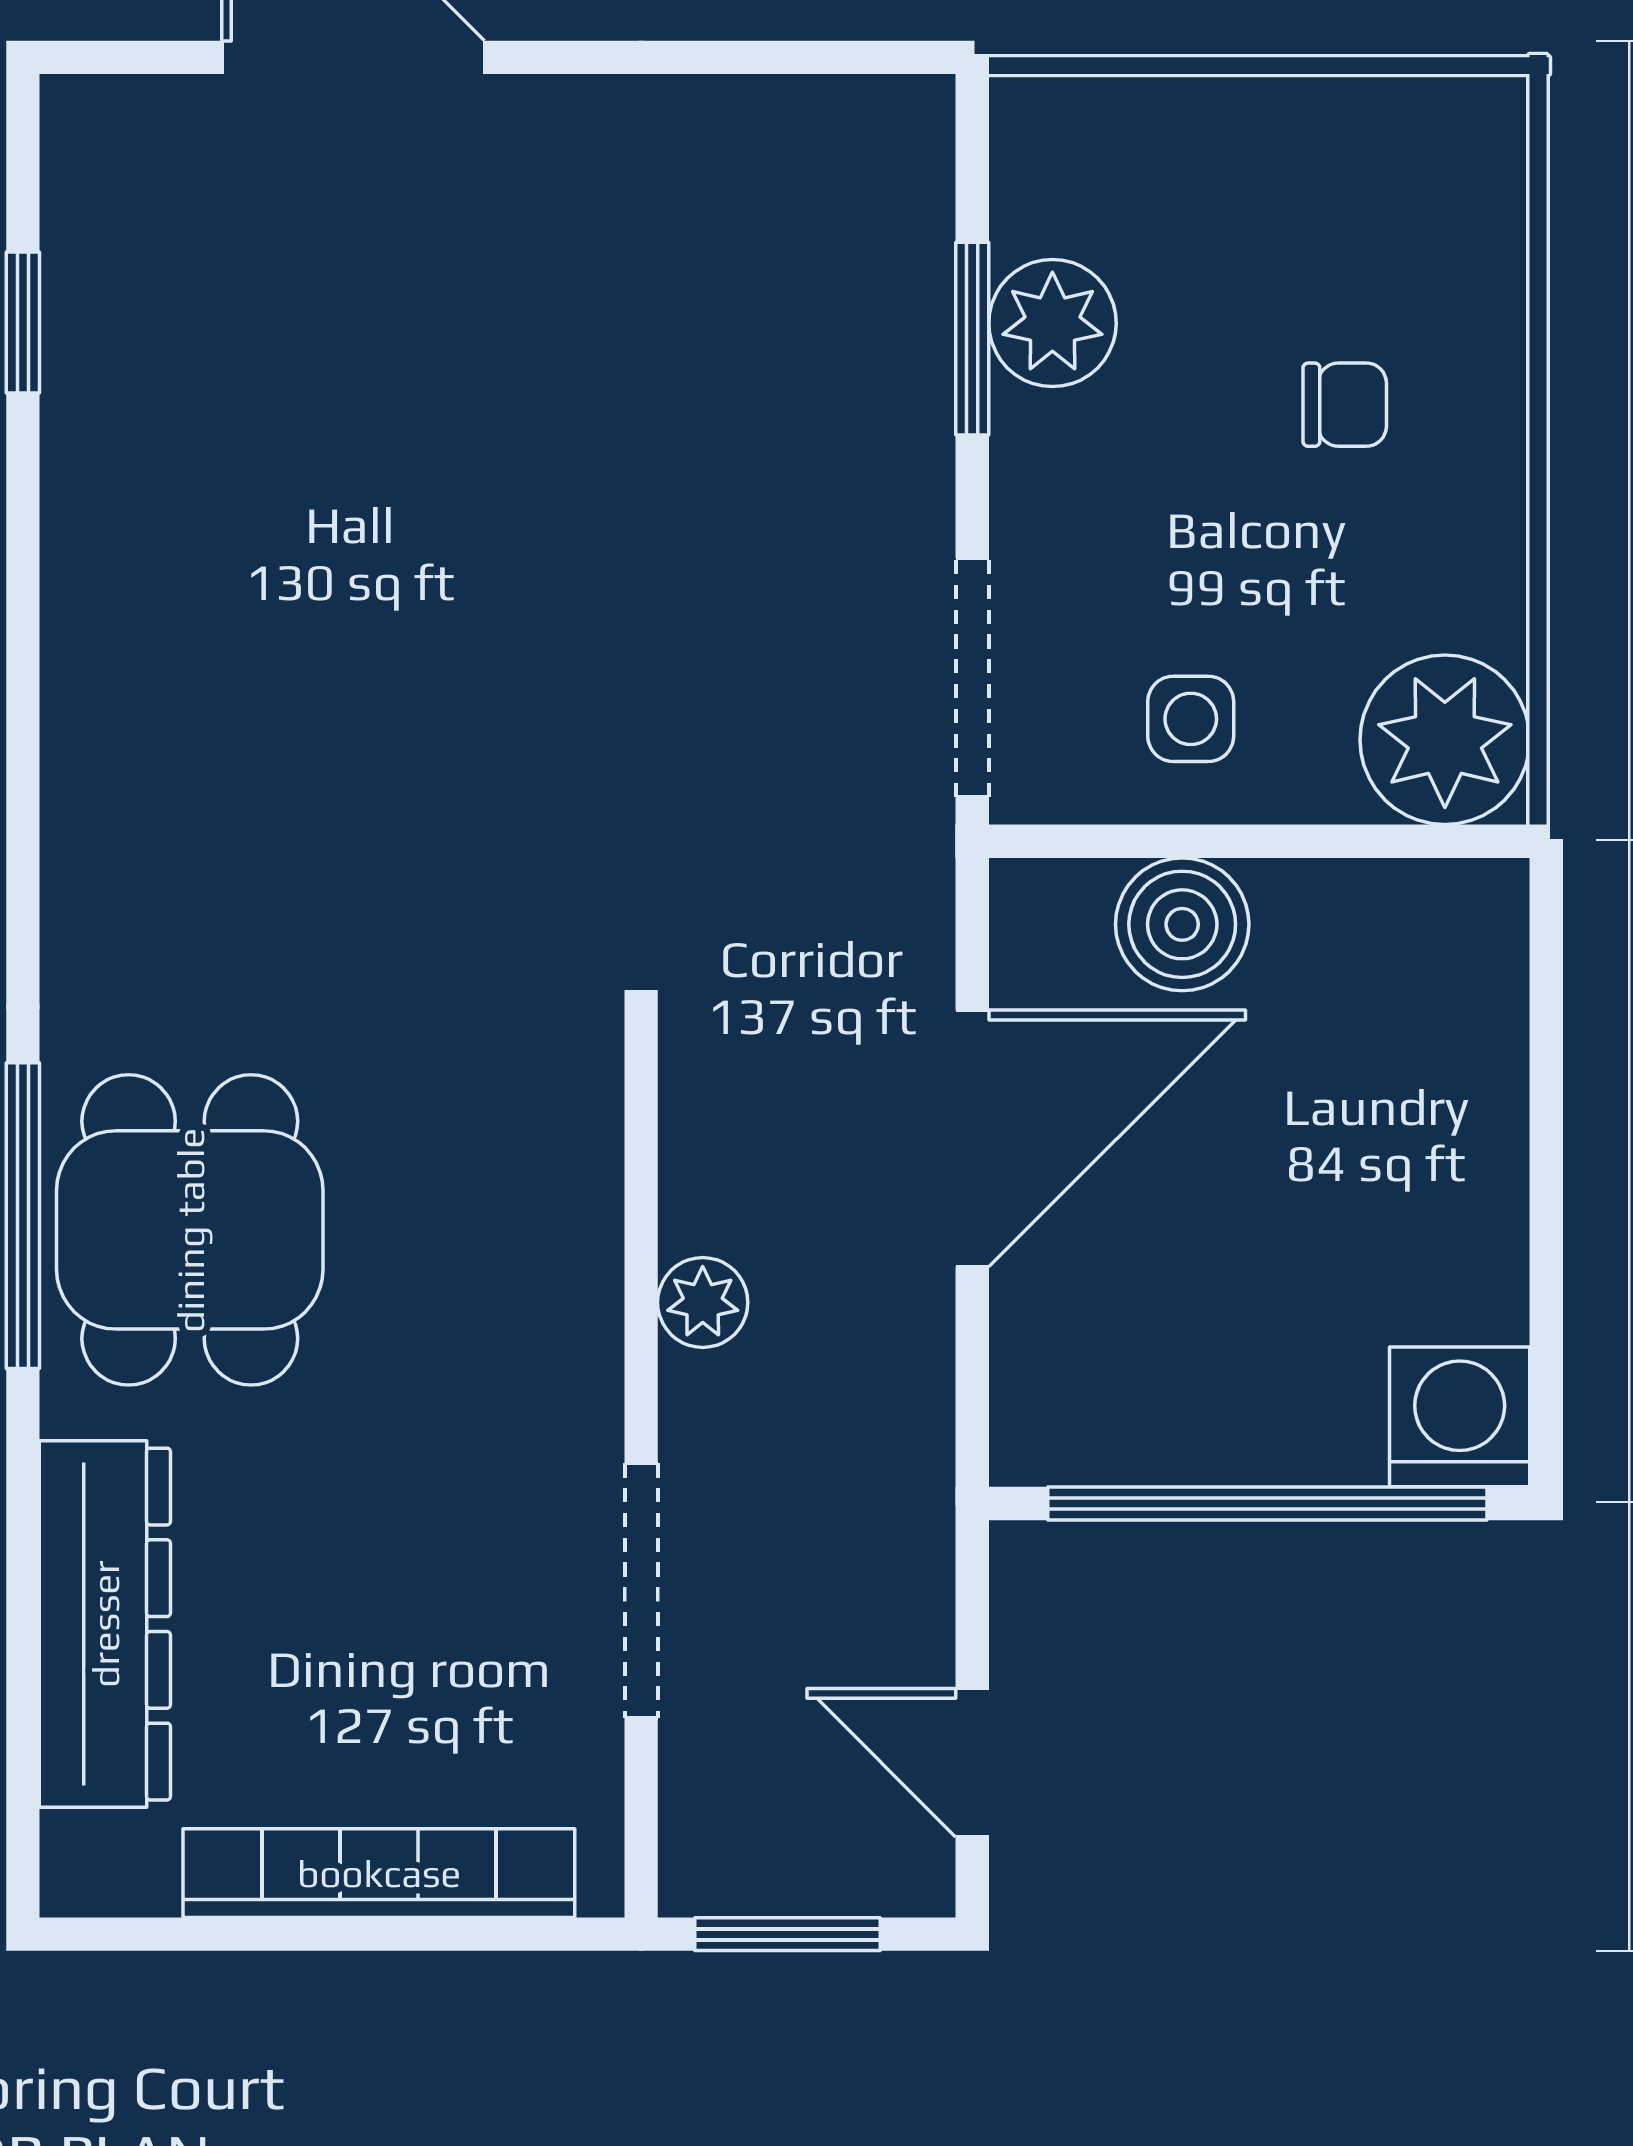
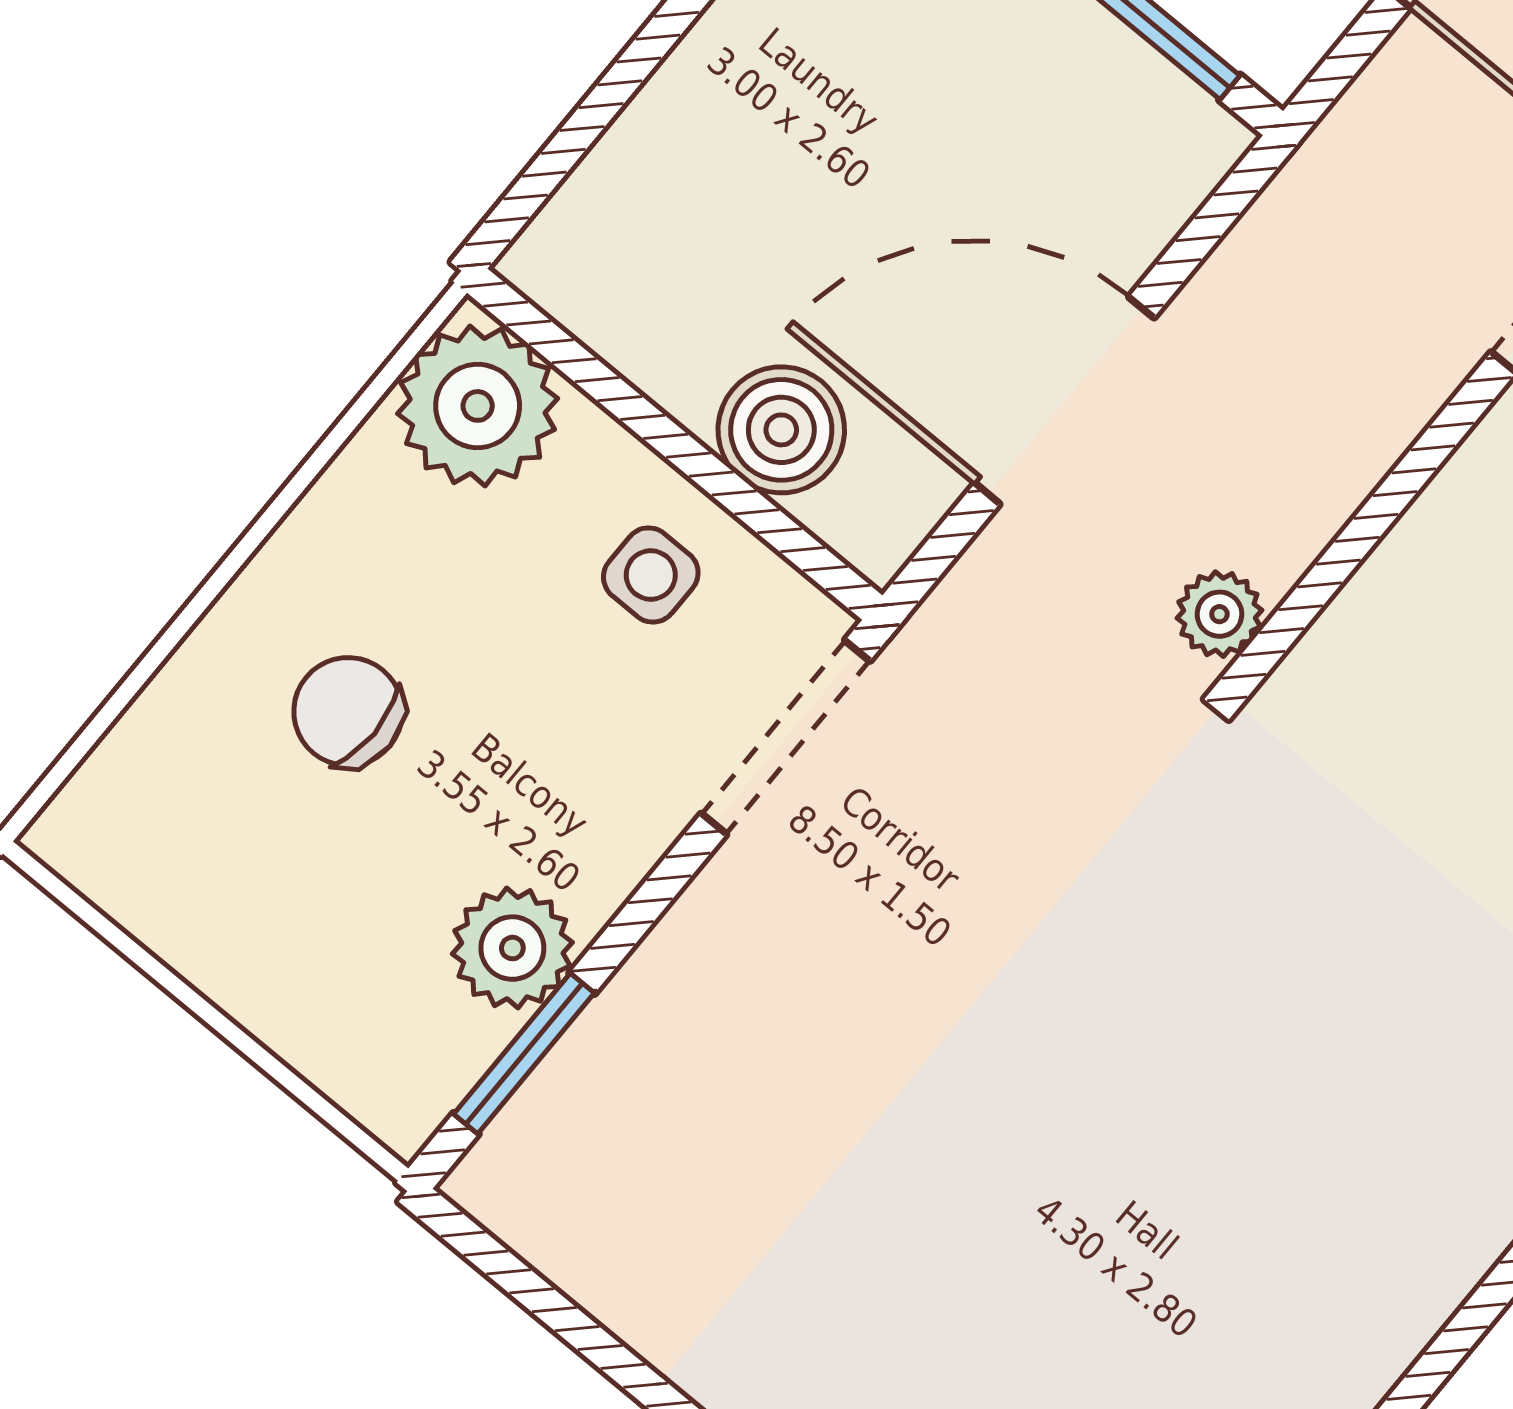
window: (972, 339) -> (524, 1053), moved
chair: (1345, 405) -> (348, 712), width x1.37, depth x1.37
plant: (703, 1302) -> (1219, 614), moved

